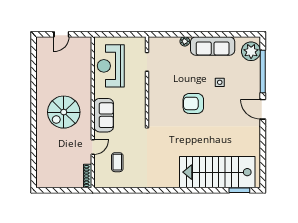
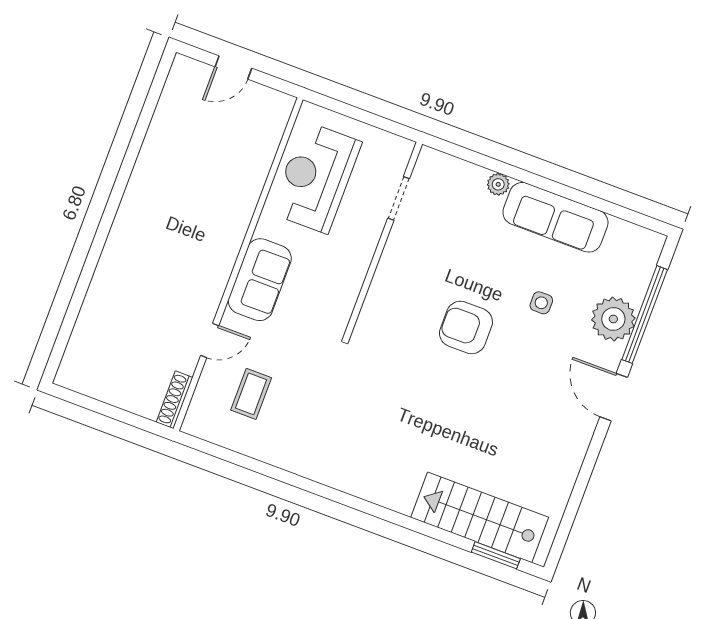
plant: (251, 51) -> (613, 319), moved
spiral stairs: (64, 112) -> (175, 240), removed
stairs: (217, 172) -> (480, 517), width x0.73, depth x0.66

